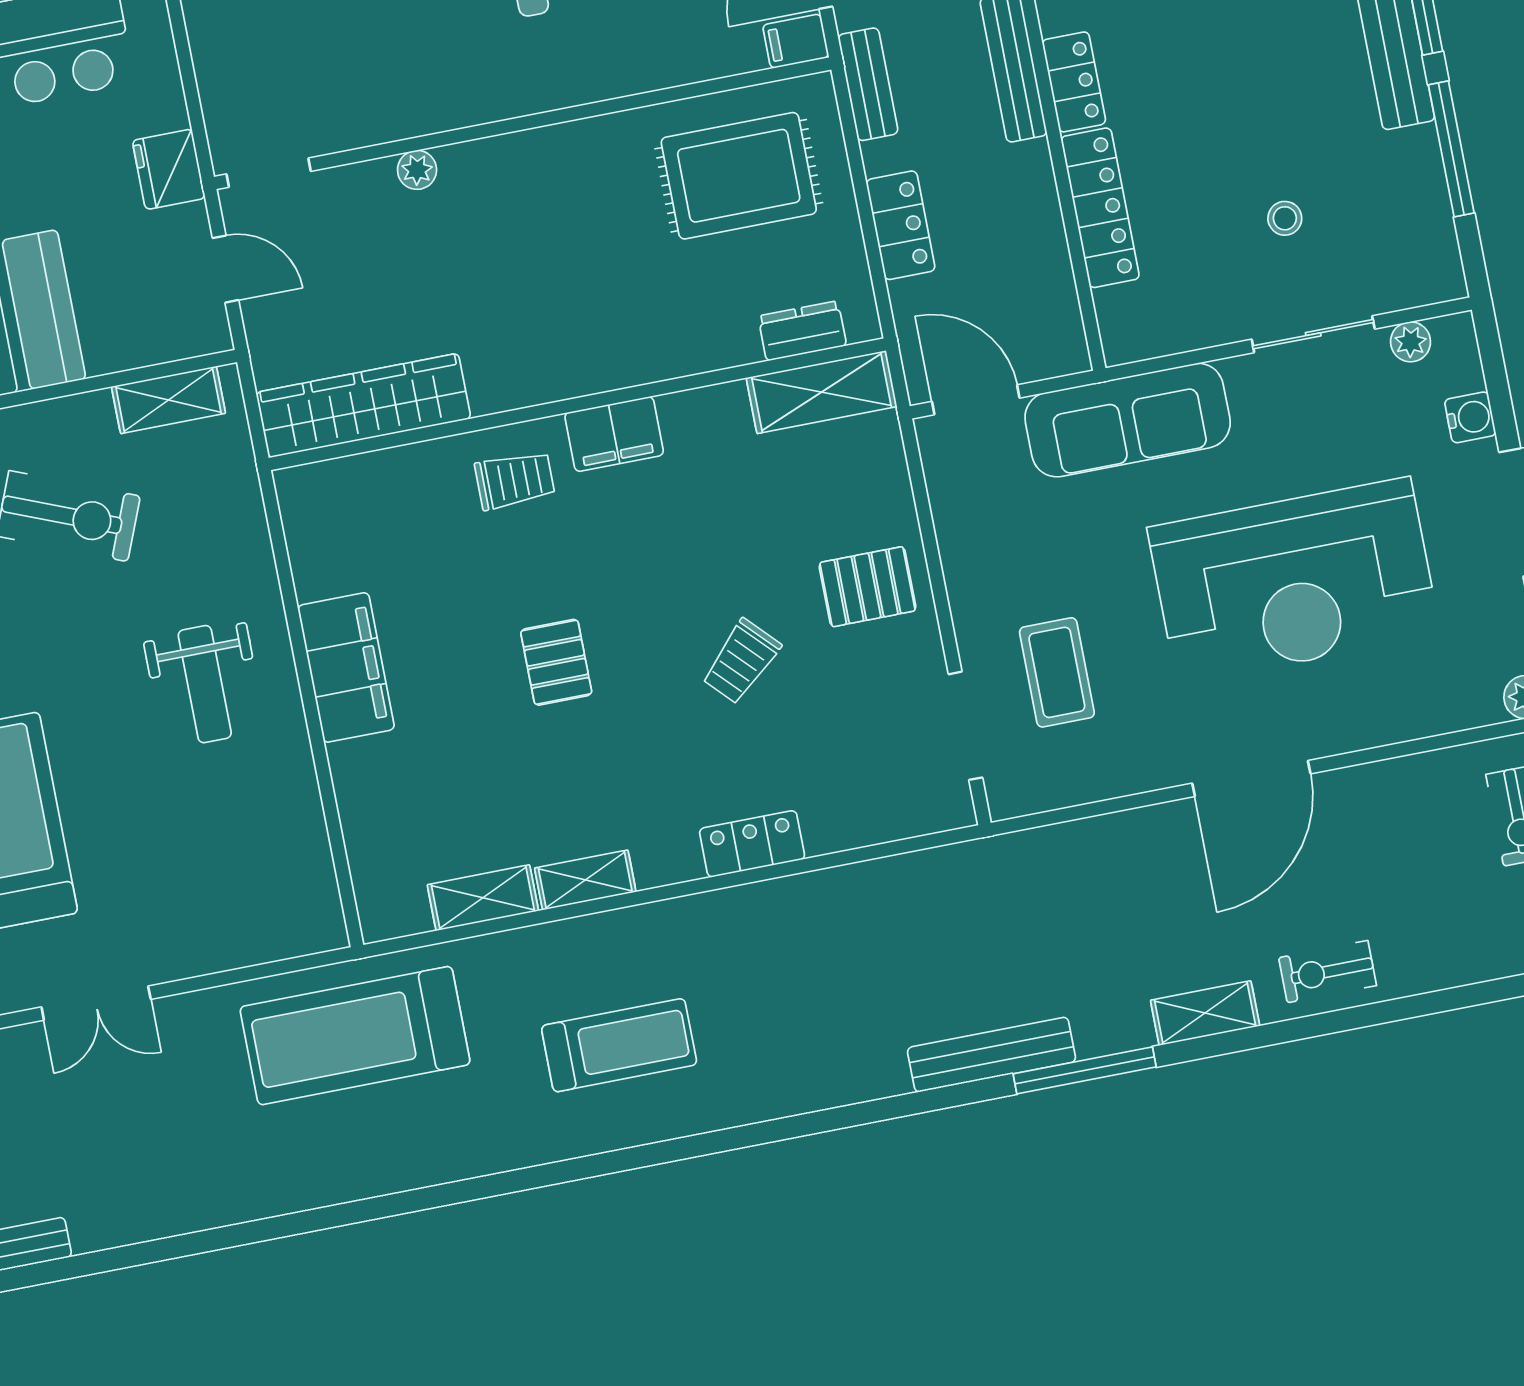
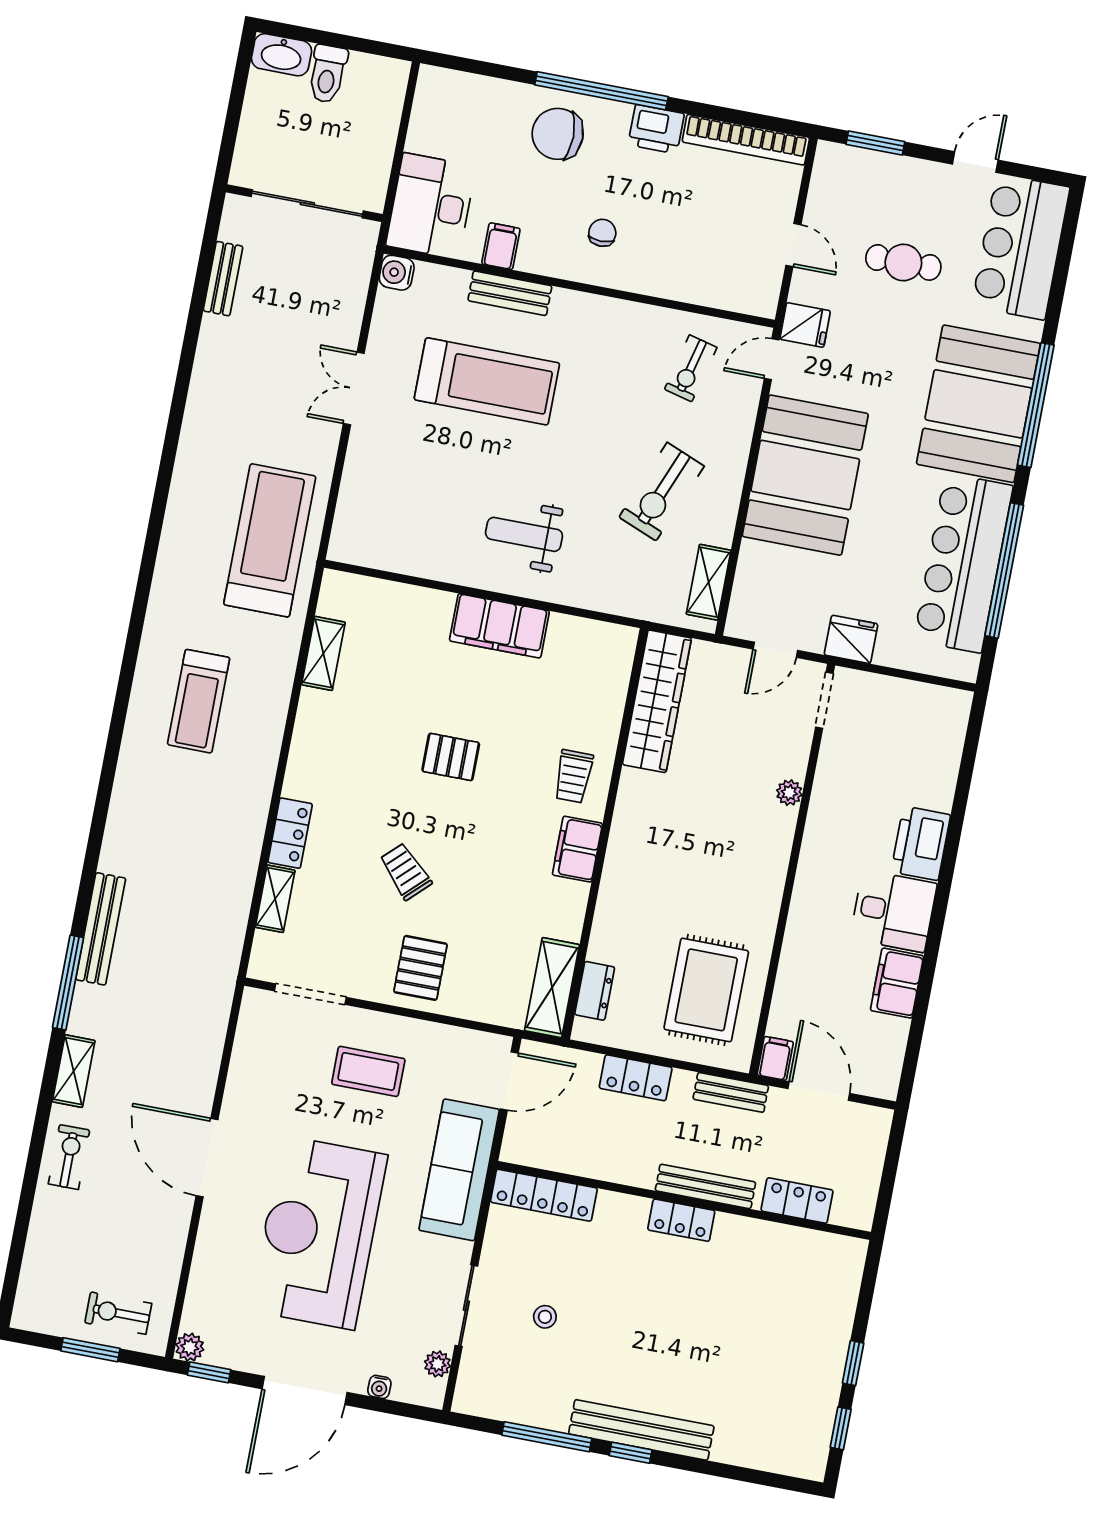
locker: (1100, 208) -> (544, 1195), moved
water cooler: (1470, 417) -> (379, 1387), width x0.72, depth x0.72
coffee table: (1057, 672) -> (368, 1071), moved
shelving: (585, 880) -> (275, 899), moved

